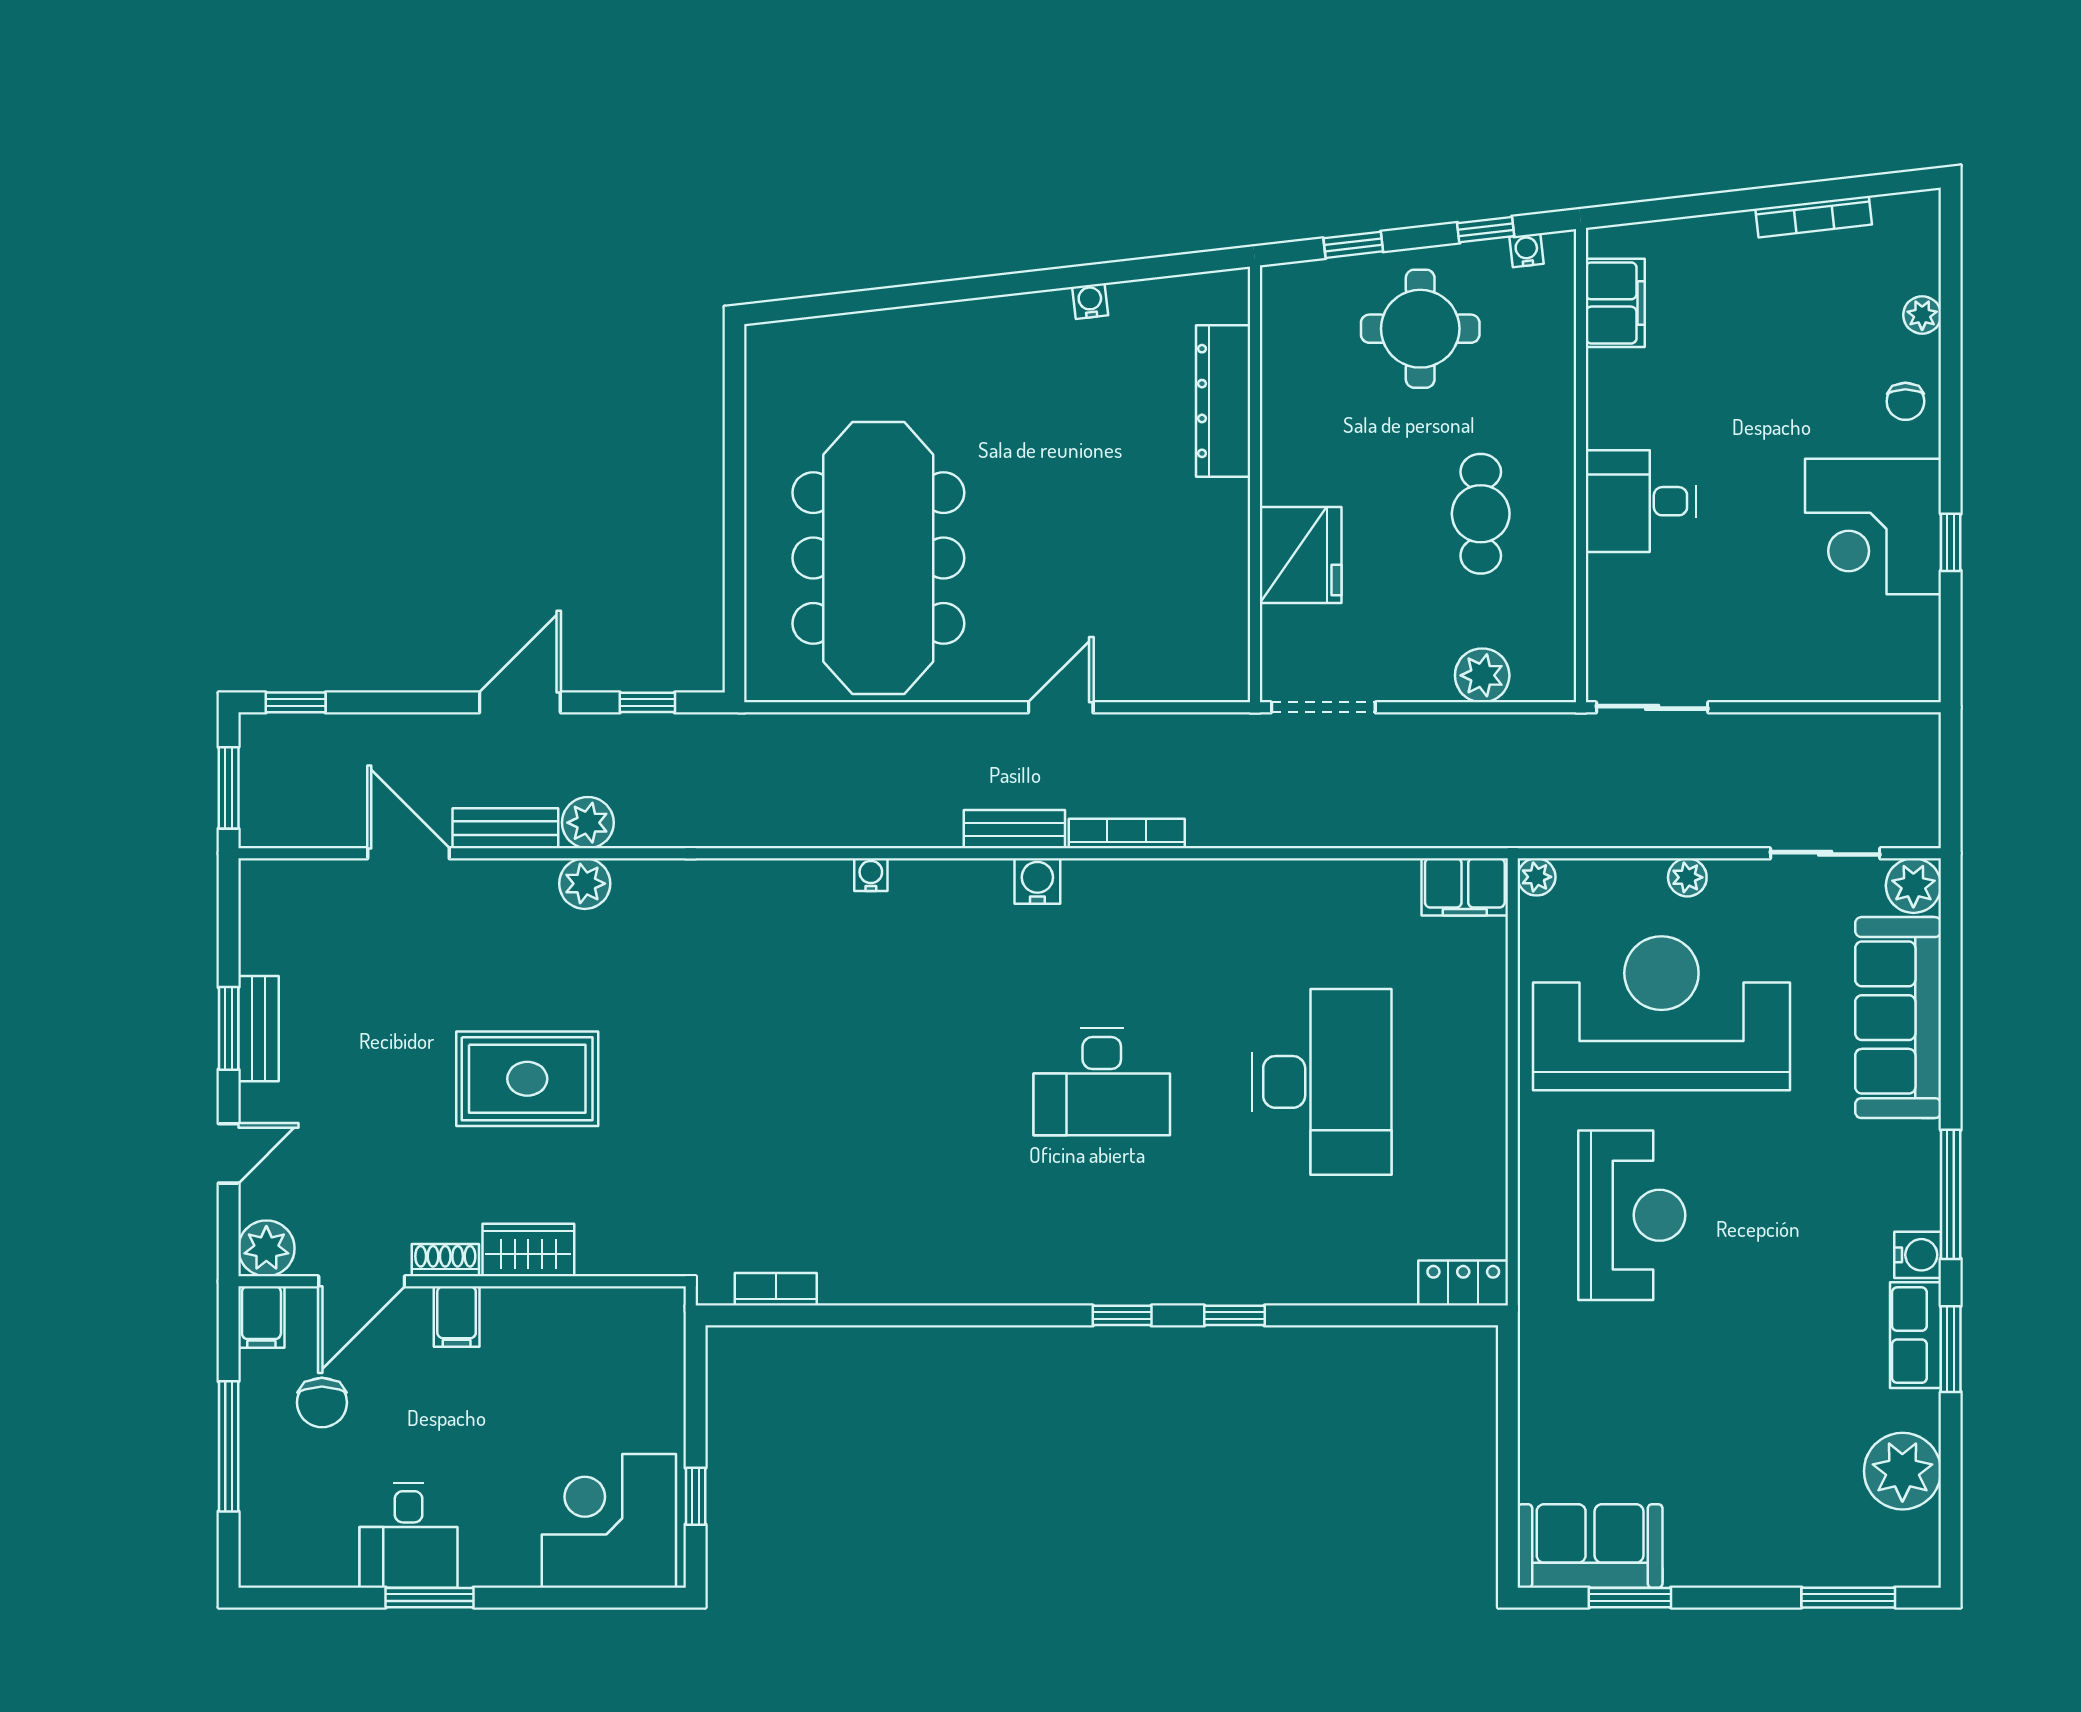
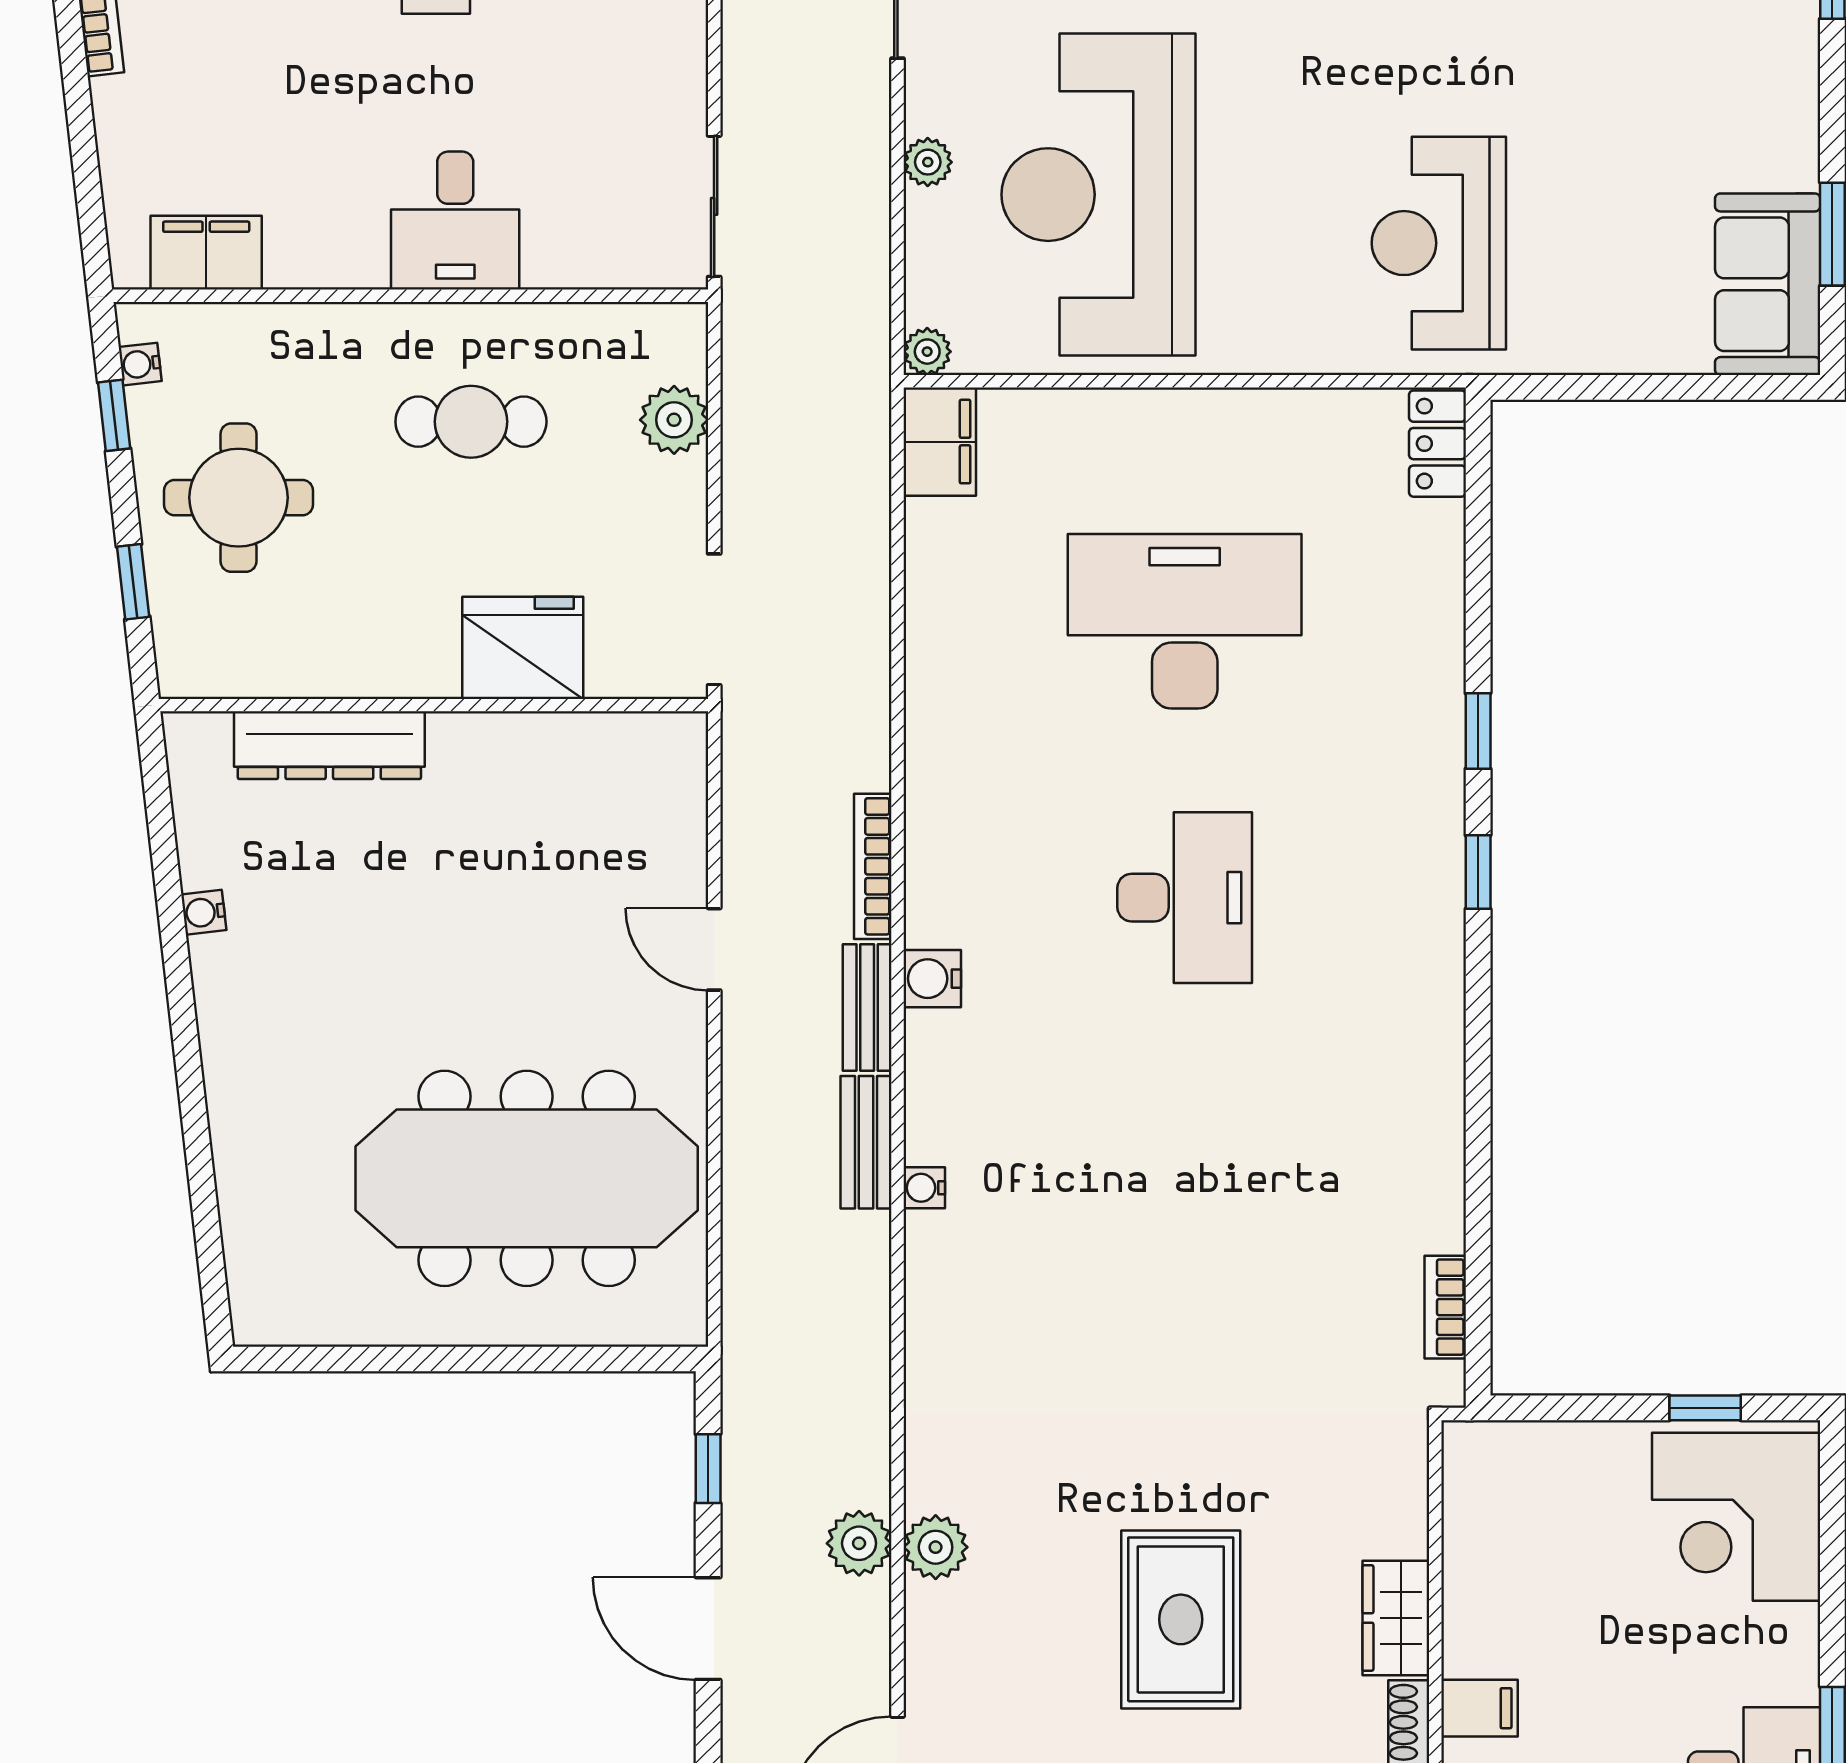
bench: (505, 828) -> (866, 1142), moved
reception desk: (1632, 1215) -> (1439, 243), moved, turned -90

